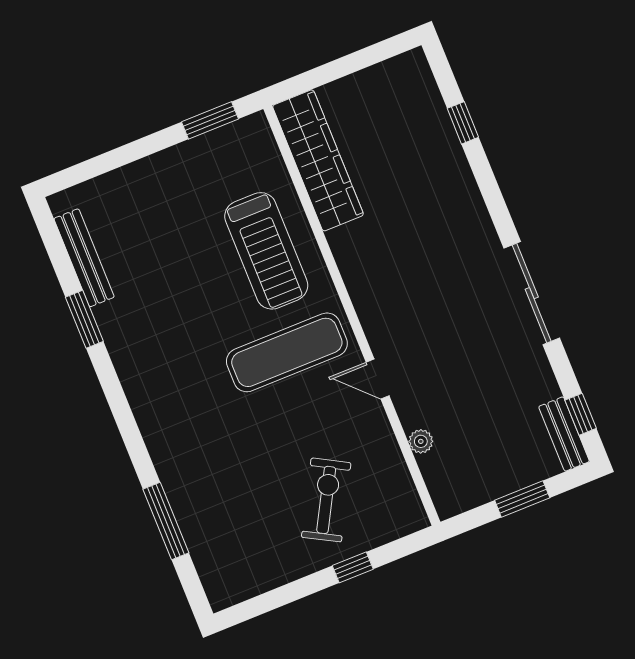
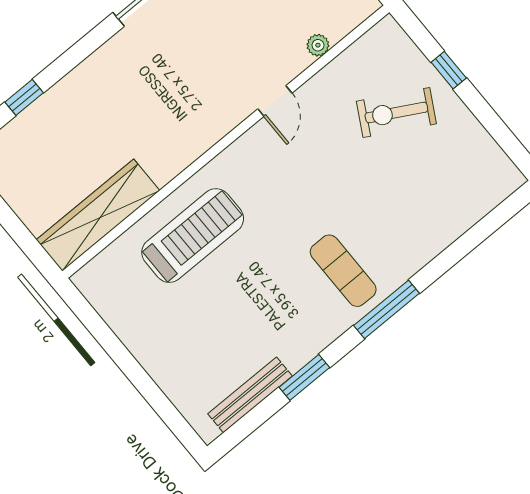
window: (210, 120) -> (93, 322), removed
exercise mat: (287, 352) -> (343, 271), moved, width x0.73, depth x0.69
window: (166, 521) -> (386, 309), moved

